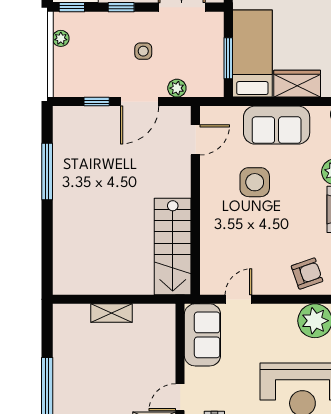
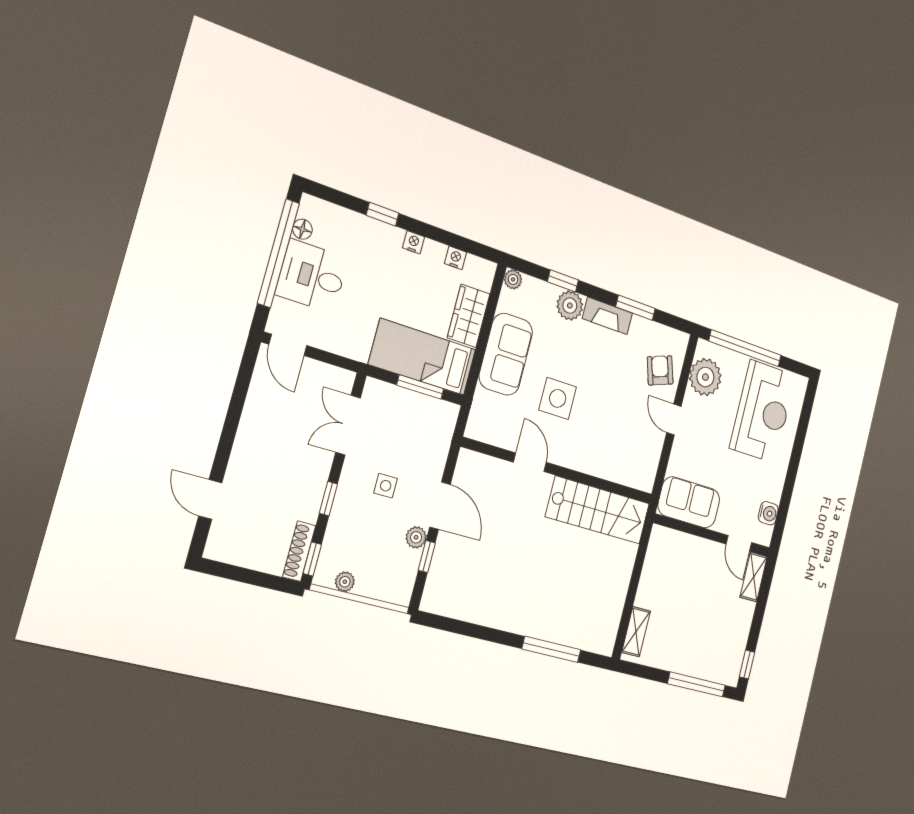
plant: (177, 88) -> (416, 537), moved
door: (195, 140) -> (530, 462), moved
window: (47, 172) -> (551, 649), moved
door: (238, 299) -> (674, 419), moved
shelving: (112, 313) -> (636, 632), moved

